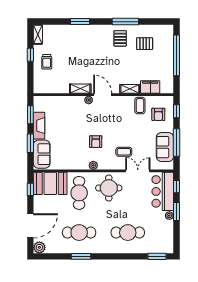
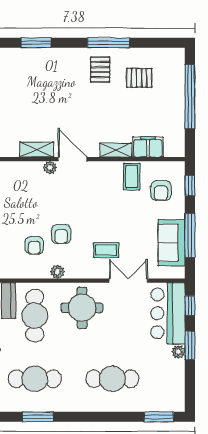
armchair: (79, 149) -> (34, 245), added

